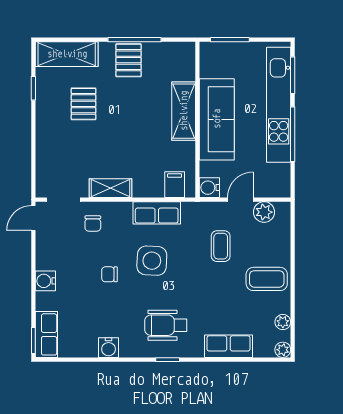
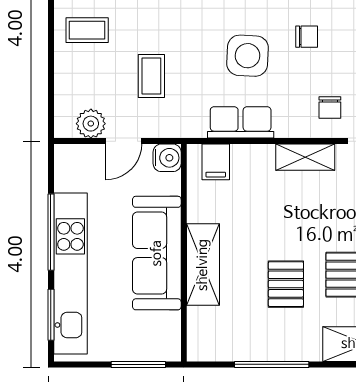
pallet: (128, 60) -> (286, 284), moved
chair: (93, 224) -> (330, 108), turned 180
coffee table: (267, 279) -> (87, 30), width x0.73, depth x0.77

